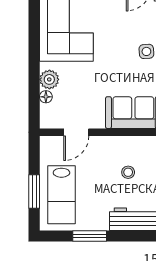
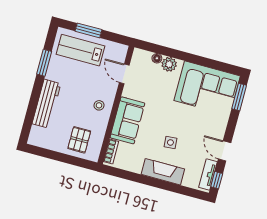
stool: (128, 172) -> (99, 105), moved

